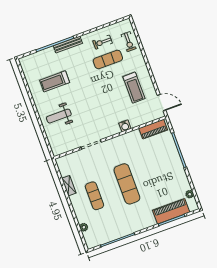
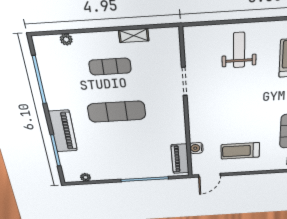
water cooler: (125, 126) -> (196, 148), moved
piano: (171, 211) -> (63, 131), moved

